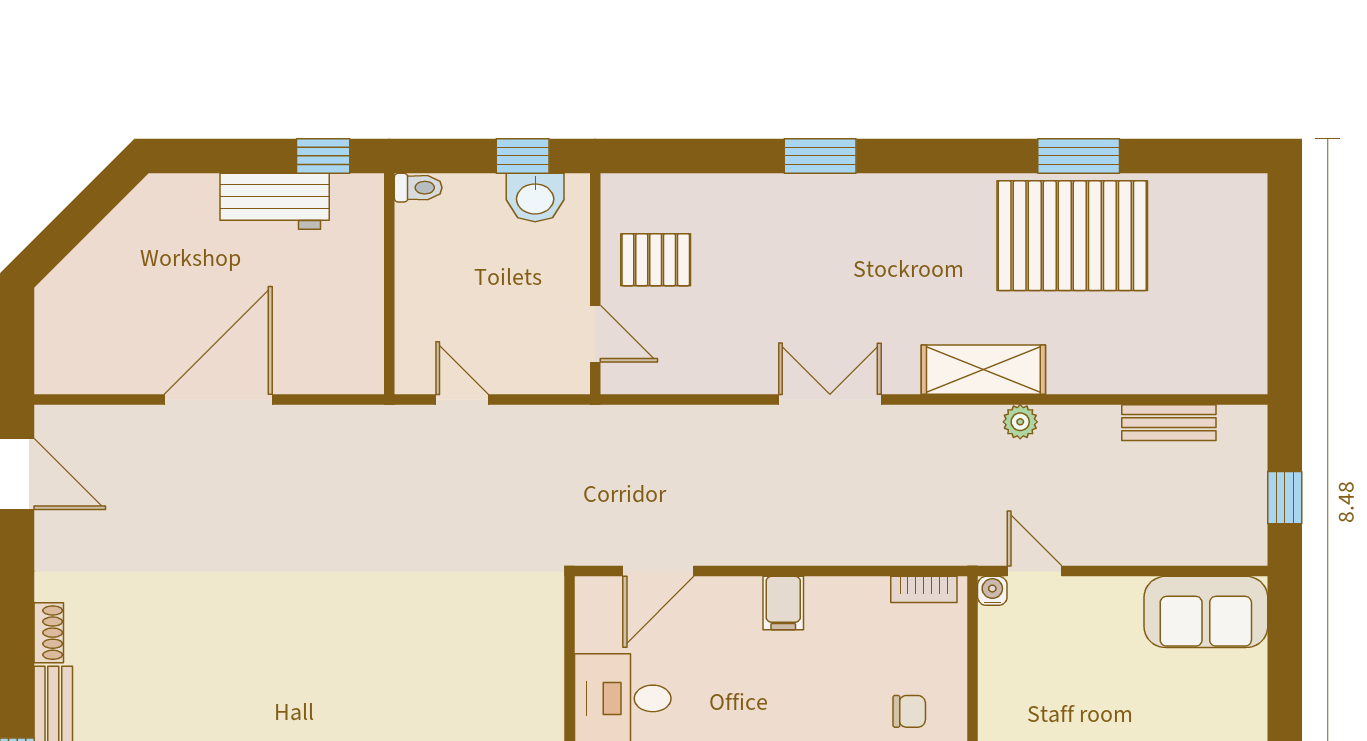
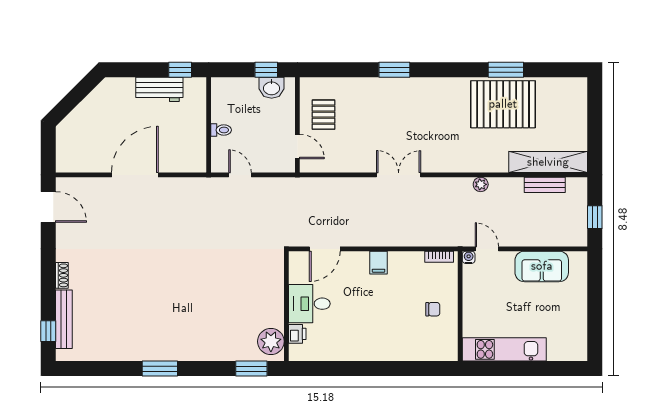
toilet: (418, 188) -> (221, 130), moved
pallet: (656, 260) -> (323, 115), turned 90
shelving: (983, 370) -> (548, 162), moved, width x1.47
sofa: (1206, 612) -> (542, 266), moved

